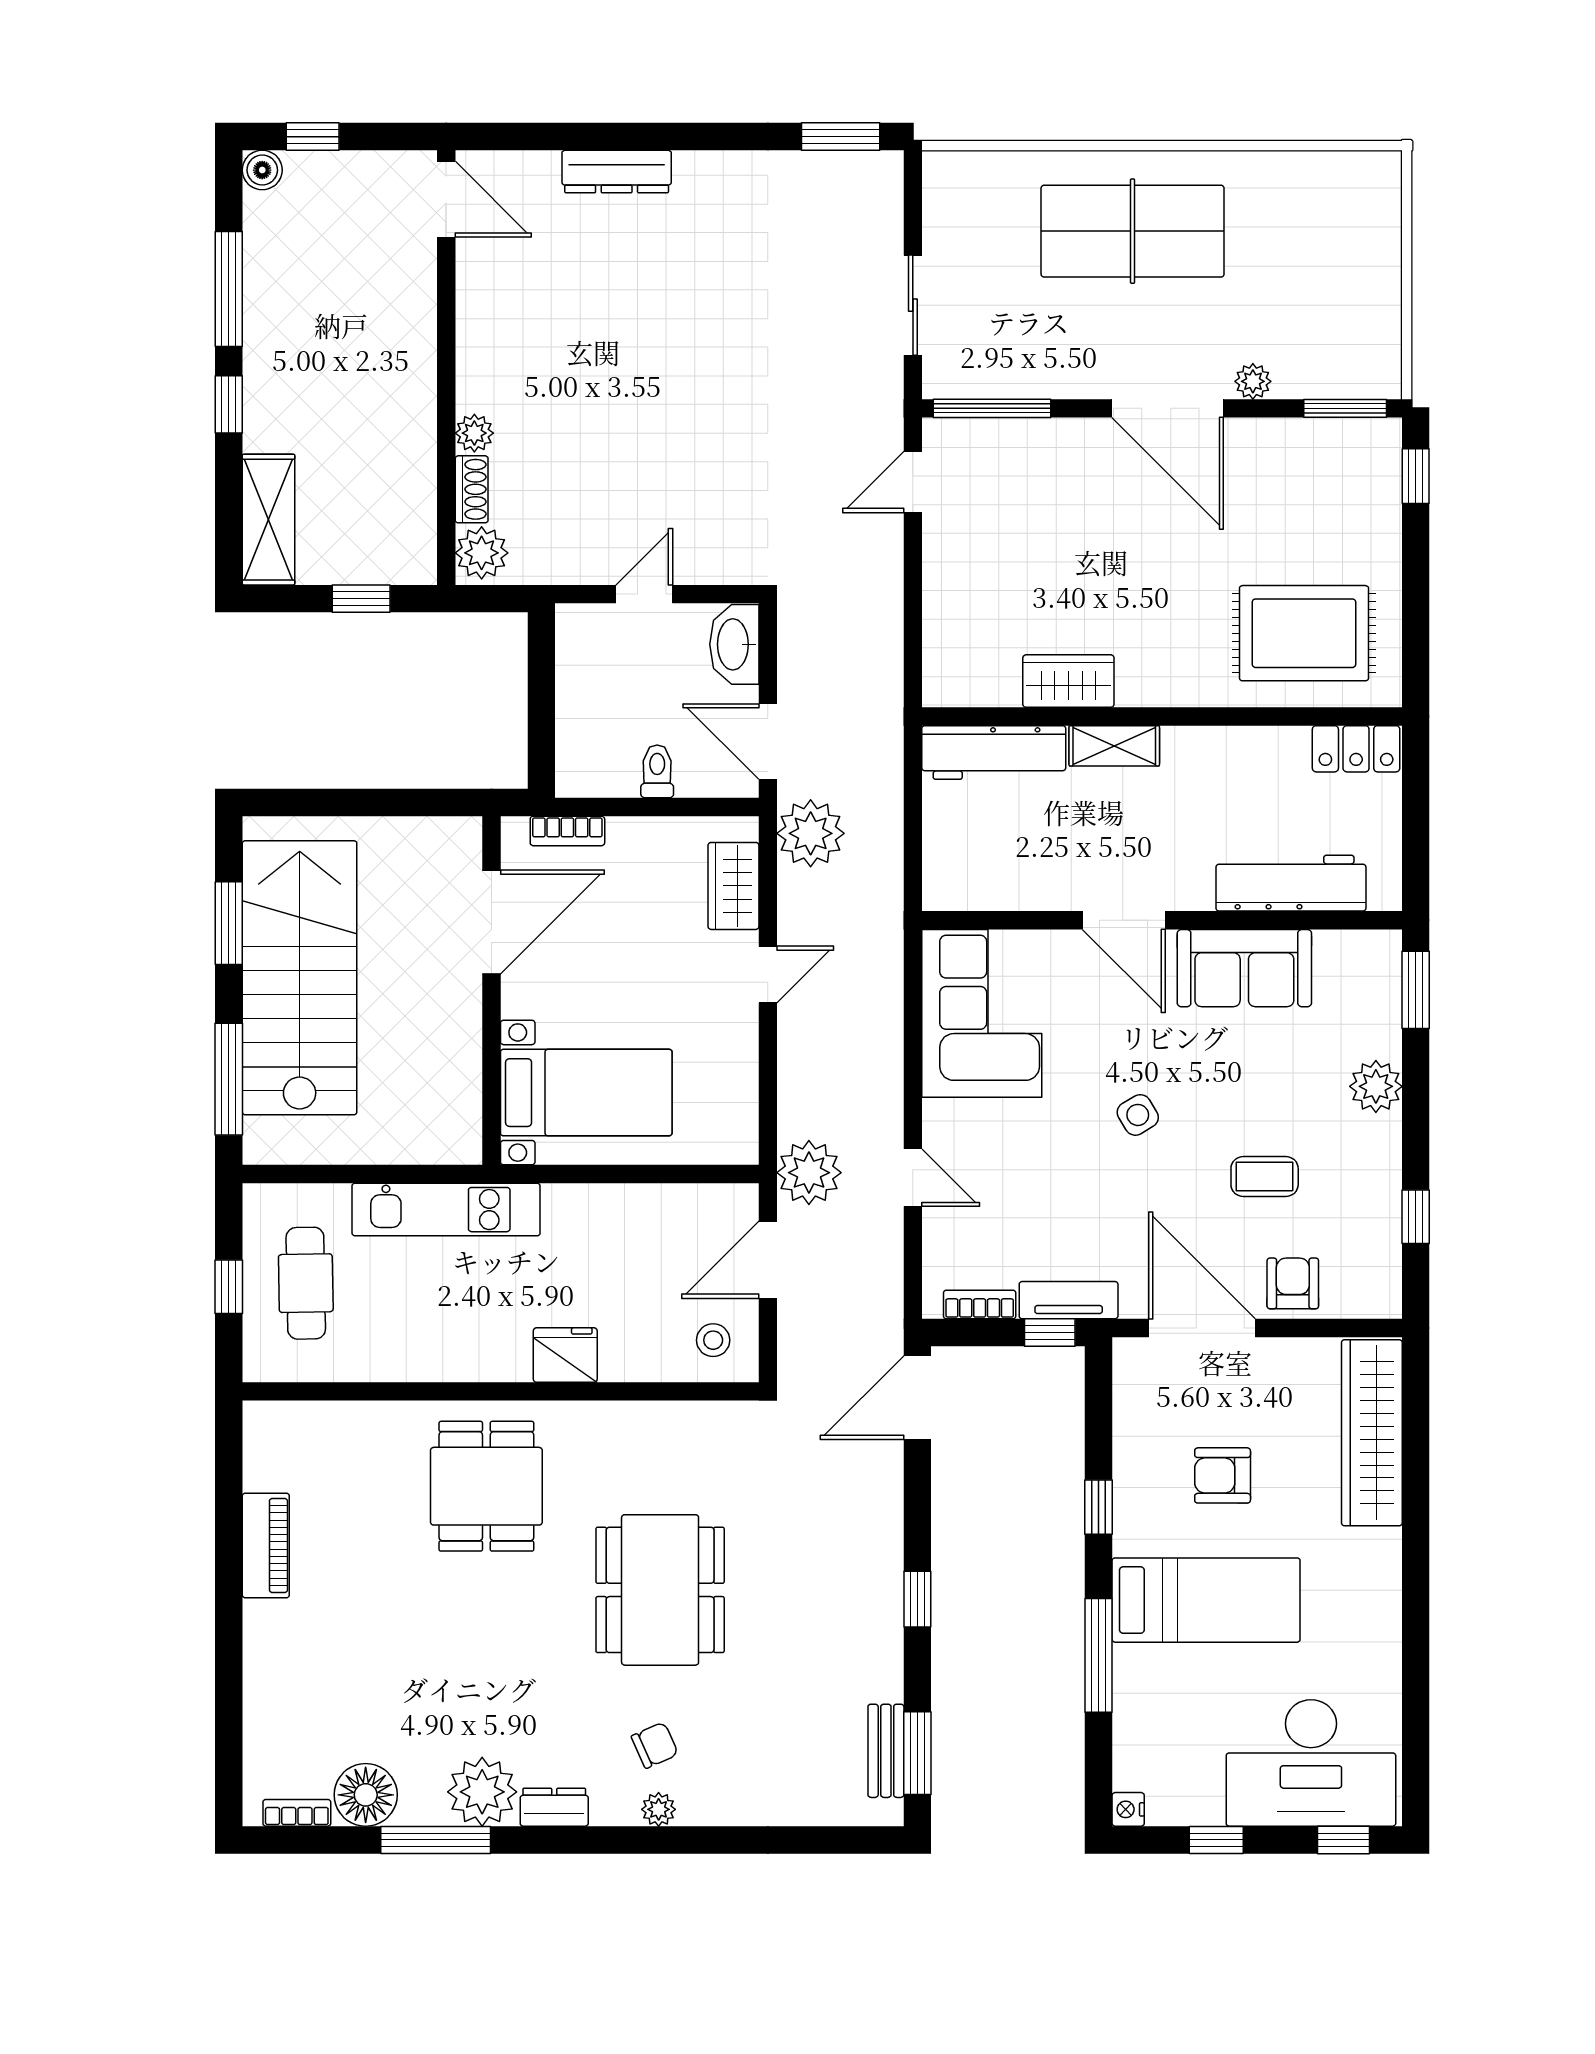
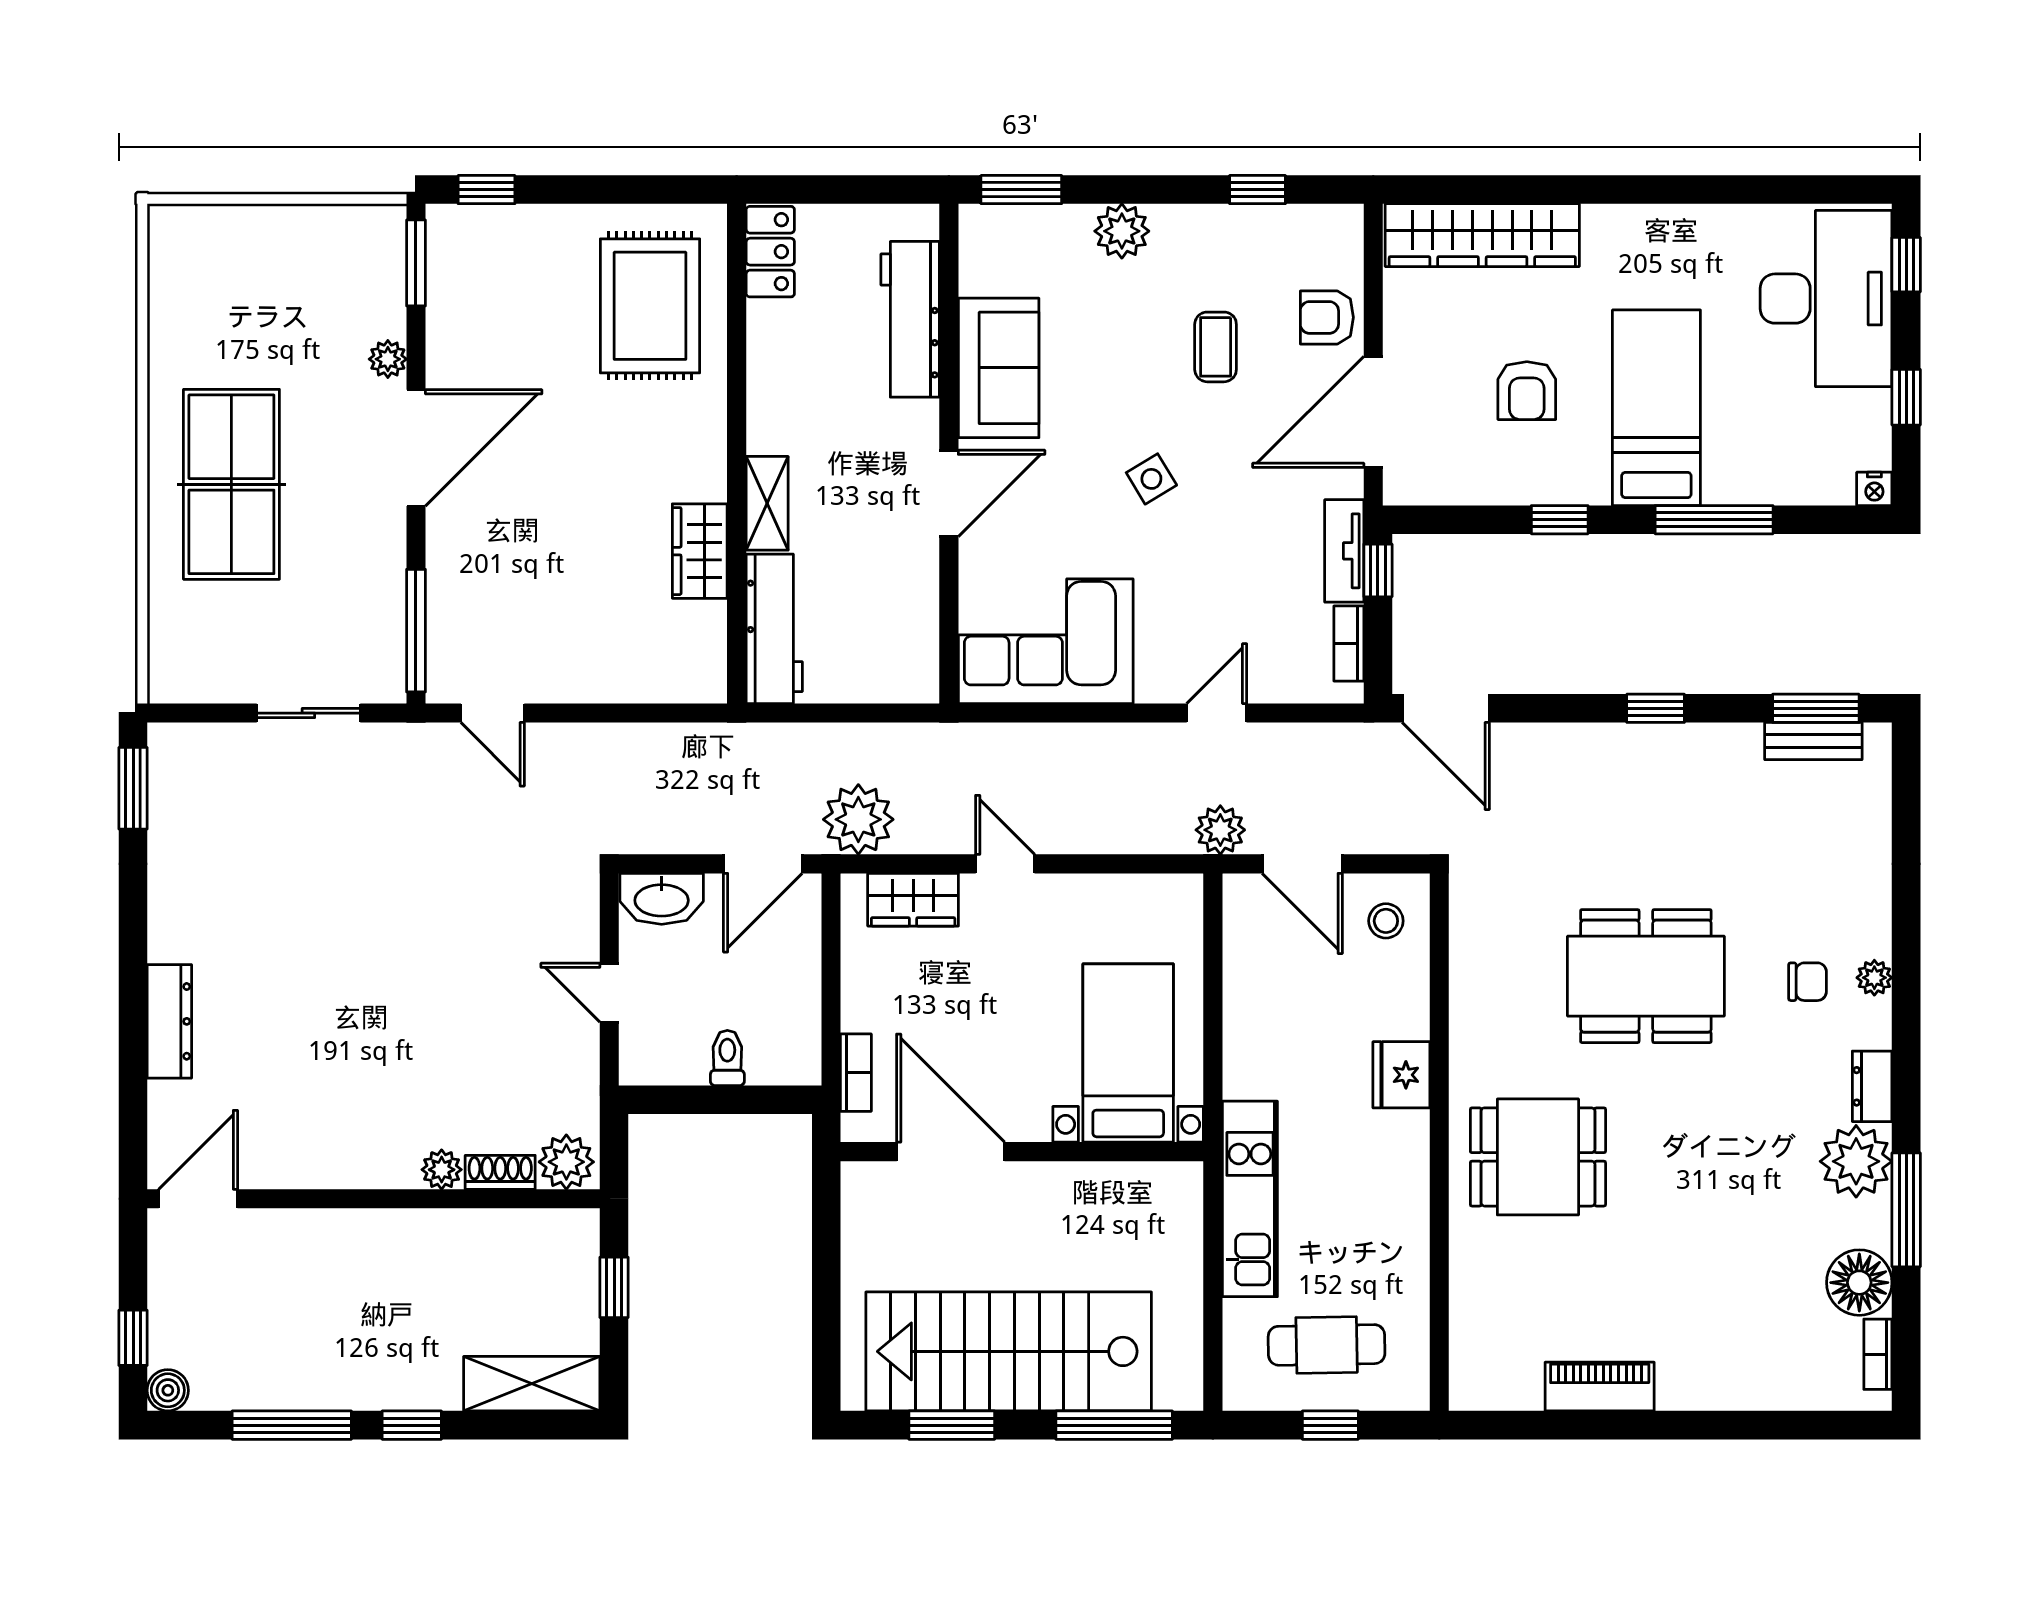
toilet: (657, 771) -> (727, 1058), moved, turned 90
plant: (809, 1173) -> (1220, 830), width x0.73, depth x0.73
chair: (655, 1745) -> (1808, 982), turned 114

